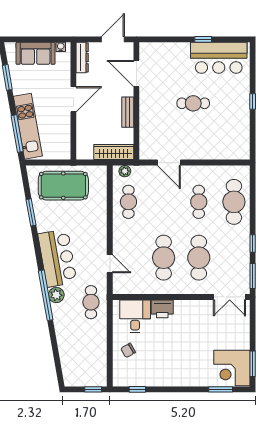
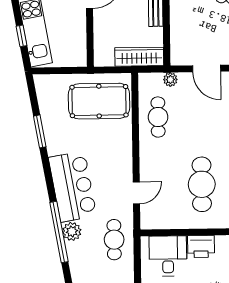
window: (17, 134) -> (22, 36), width x0.46
plant: (125, 171) -> (170, 80), moved
pool table: (63, 186) -> (99, 101), moved
door: (110, 264) -> (136, 193), hinge flipped

